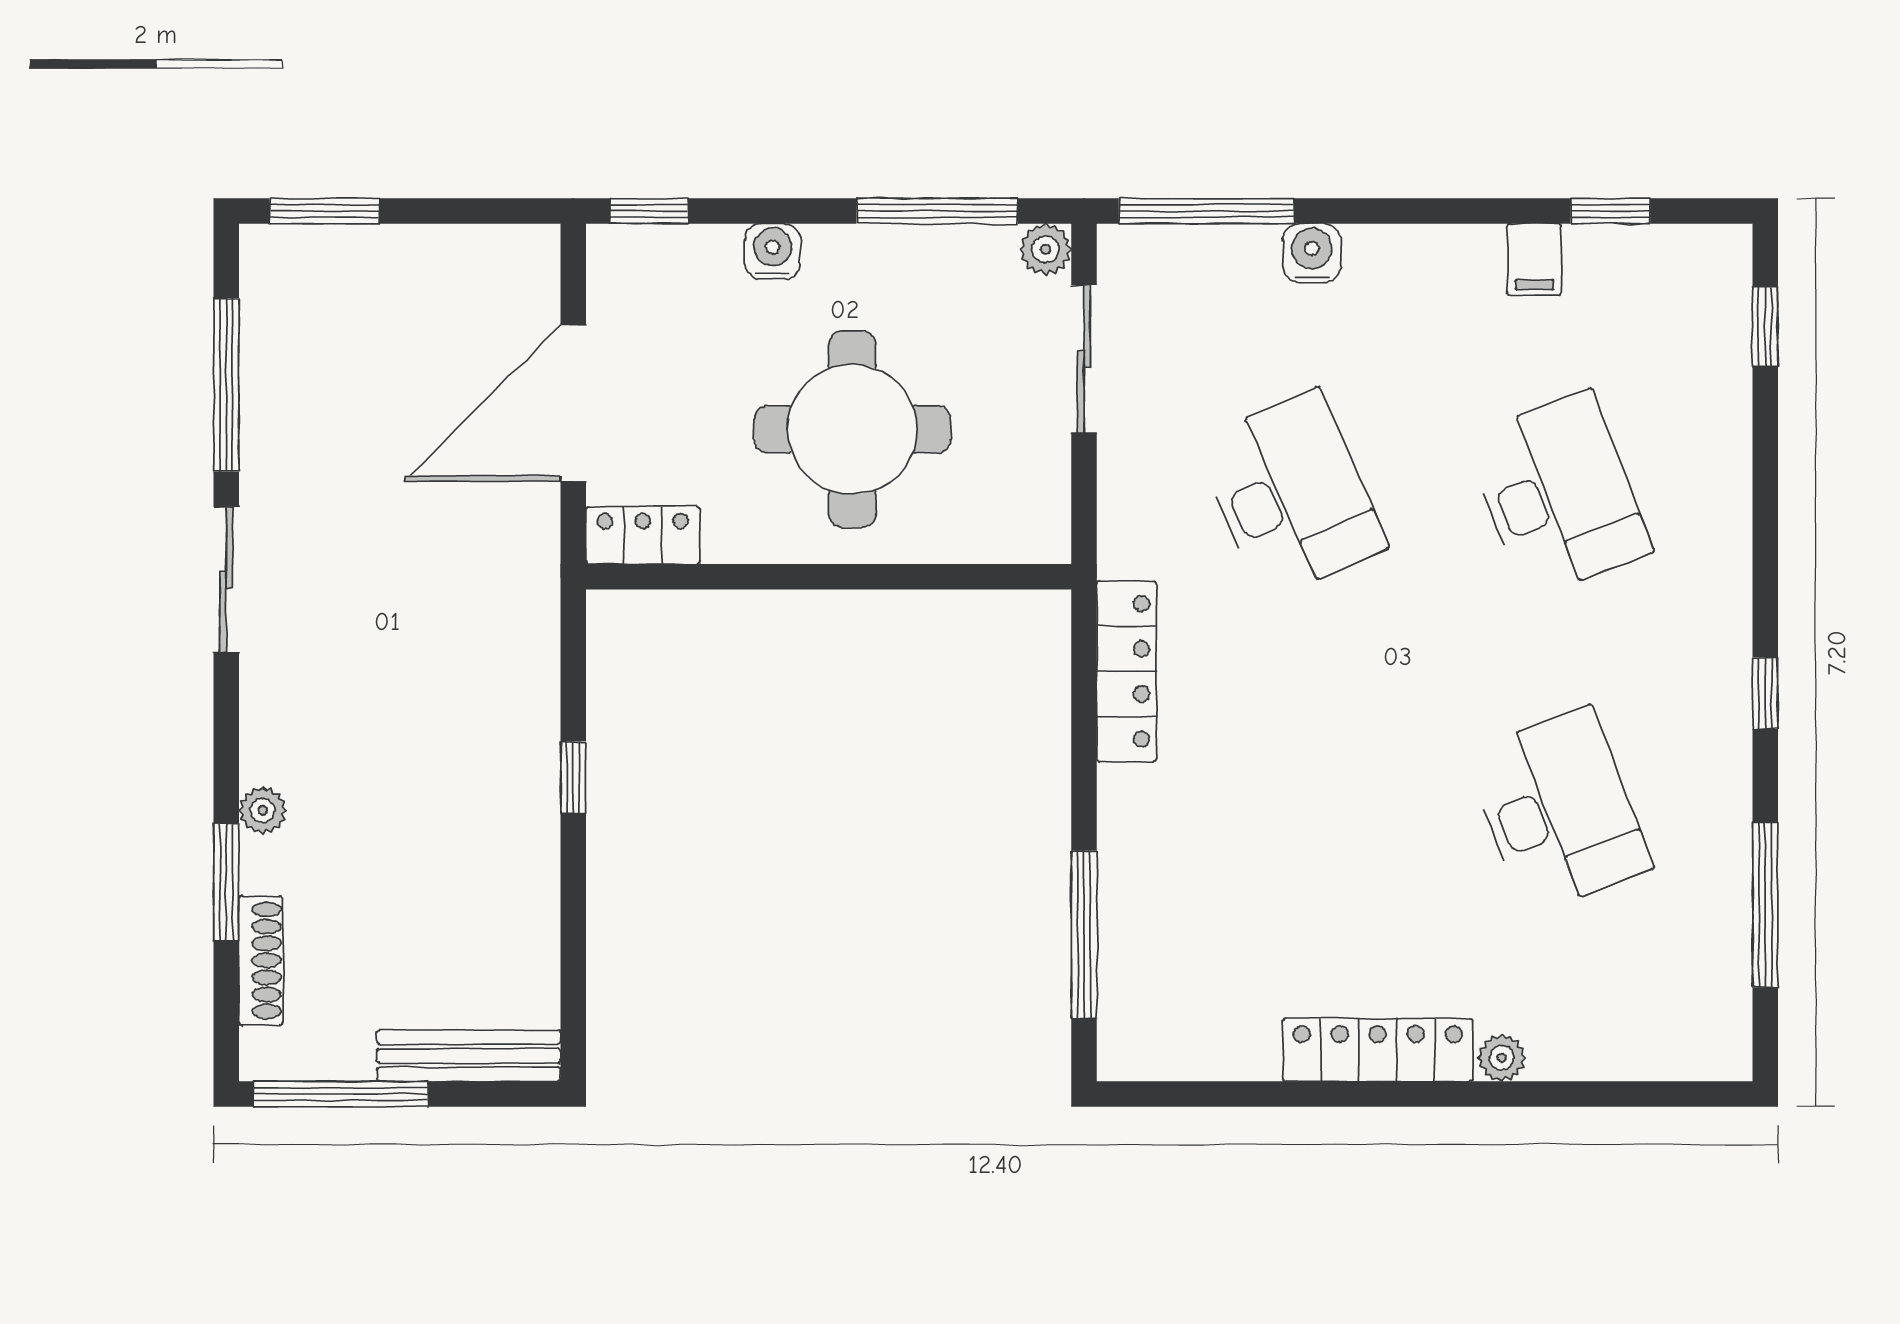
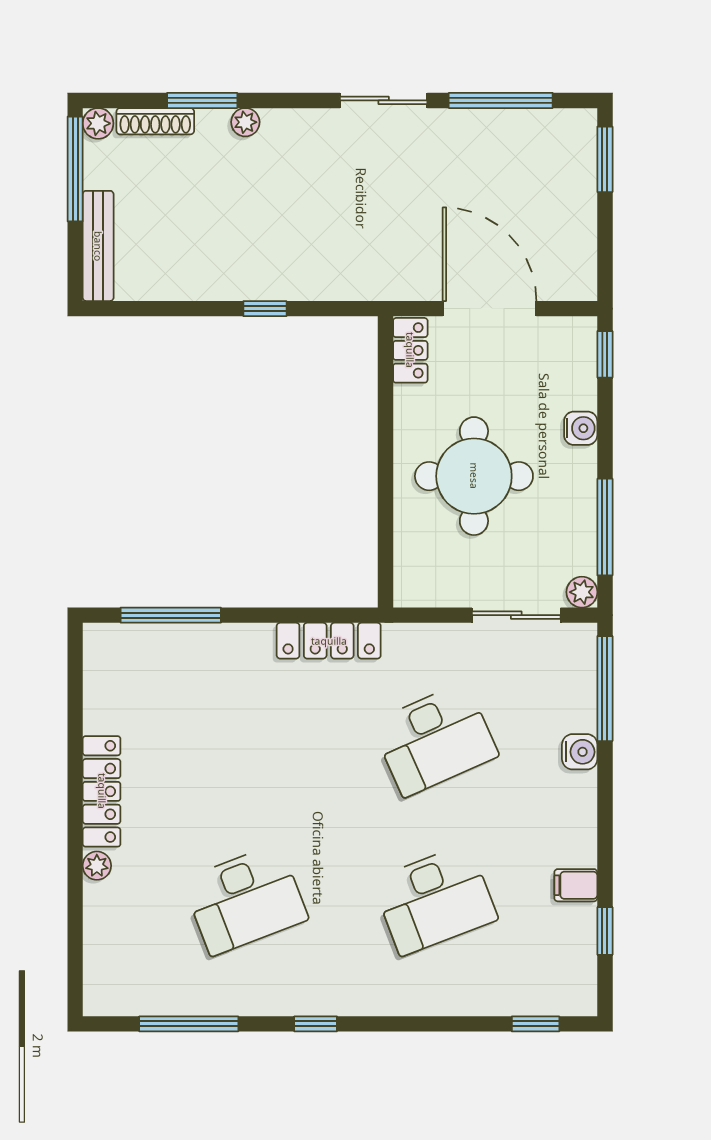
plant: (264, 1056) -> (98, 123), added

